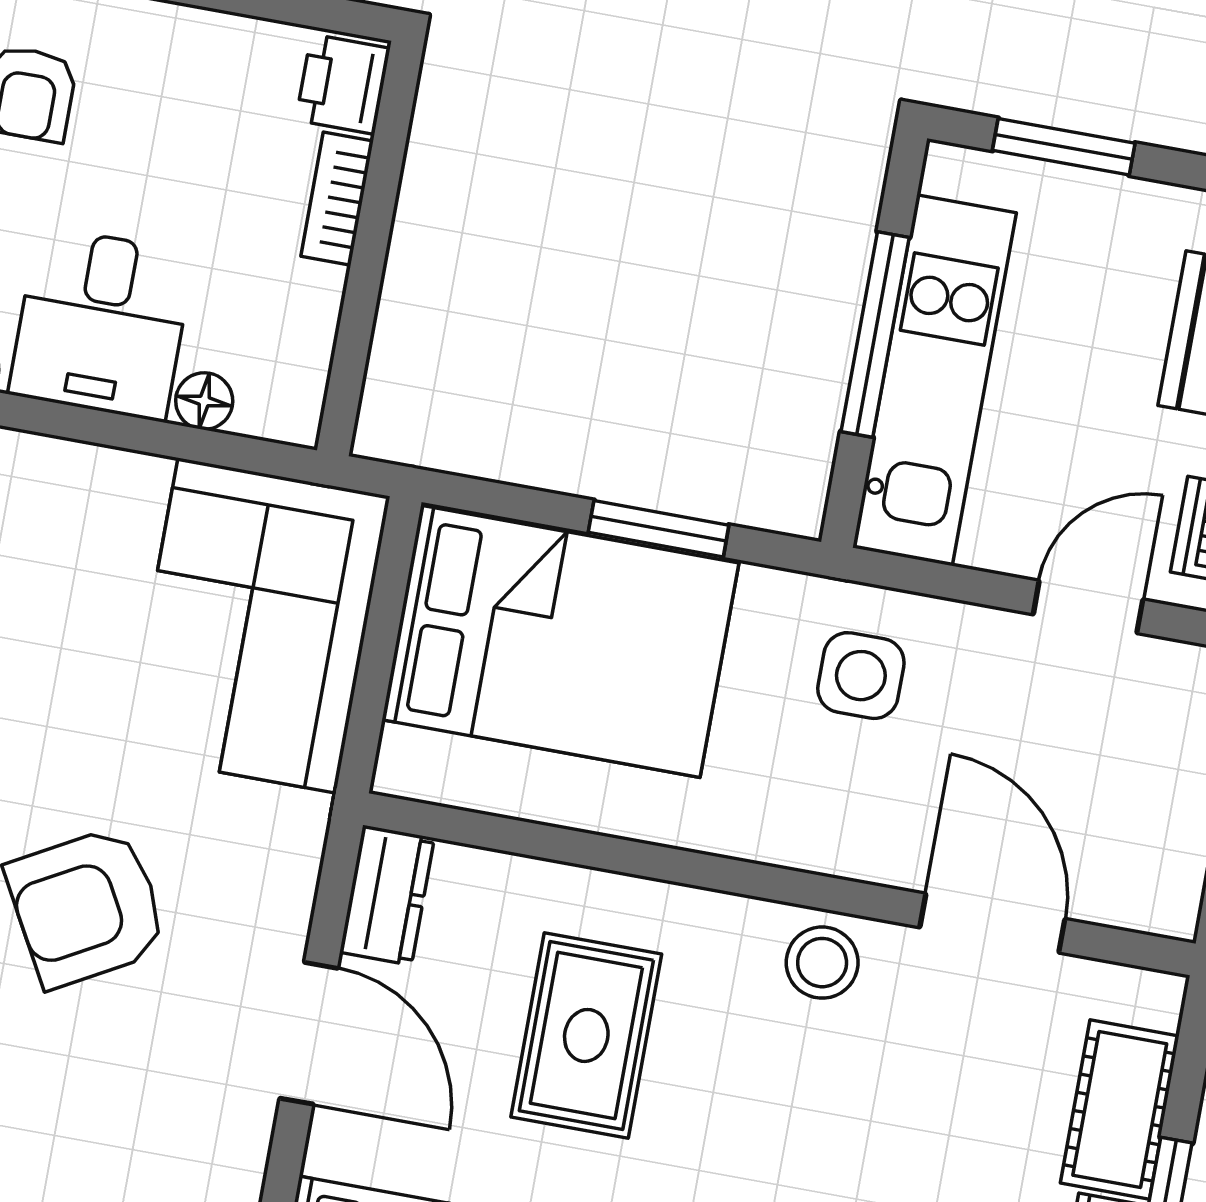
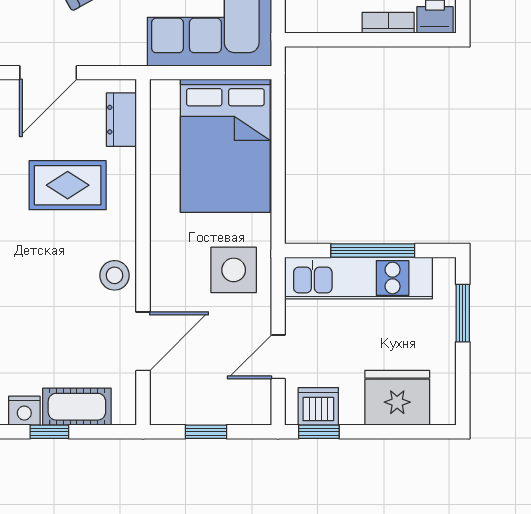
window: (659, 529) -> (278, 177), removed
door: (1088, 607) -> (278, 357), swing flipped
side table: (861, 676) -> (234, 270), width x1.37, depth x1.37
dresser: (387, 895) -> (121, 120), moved, turned 90

